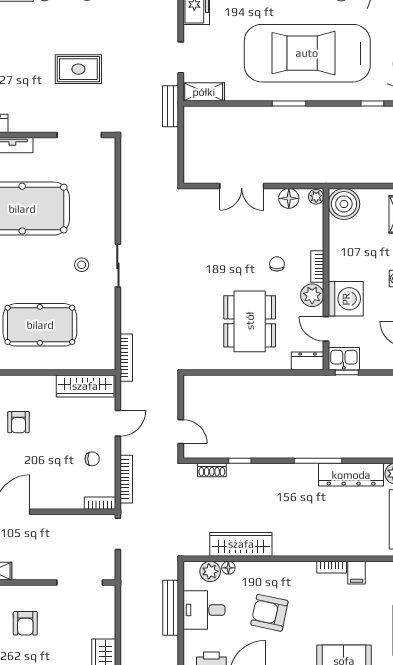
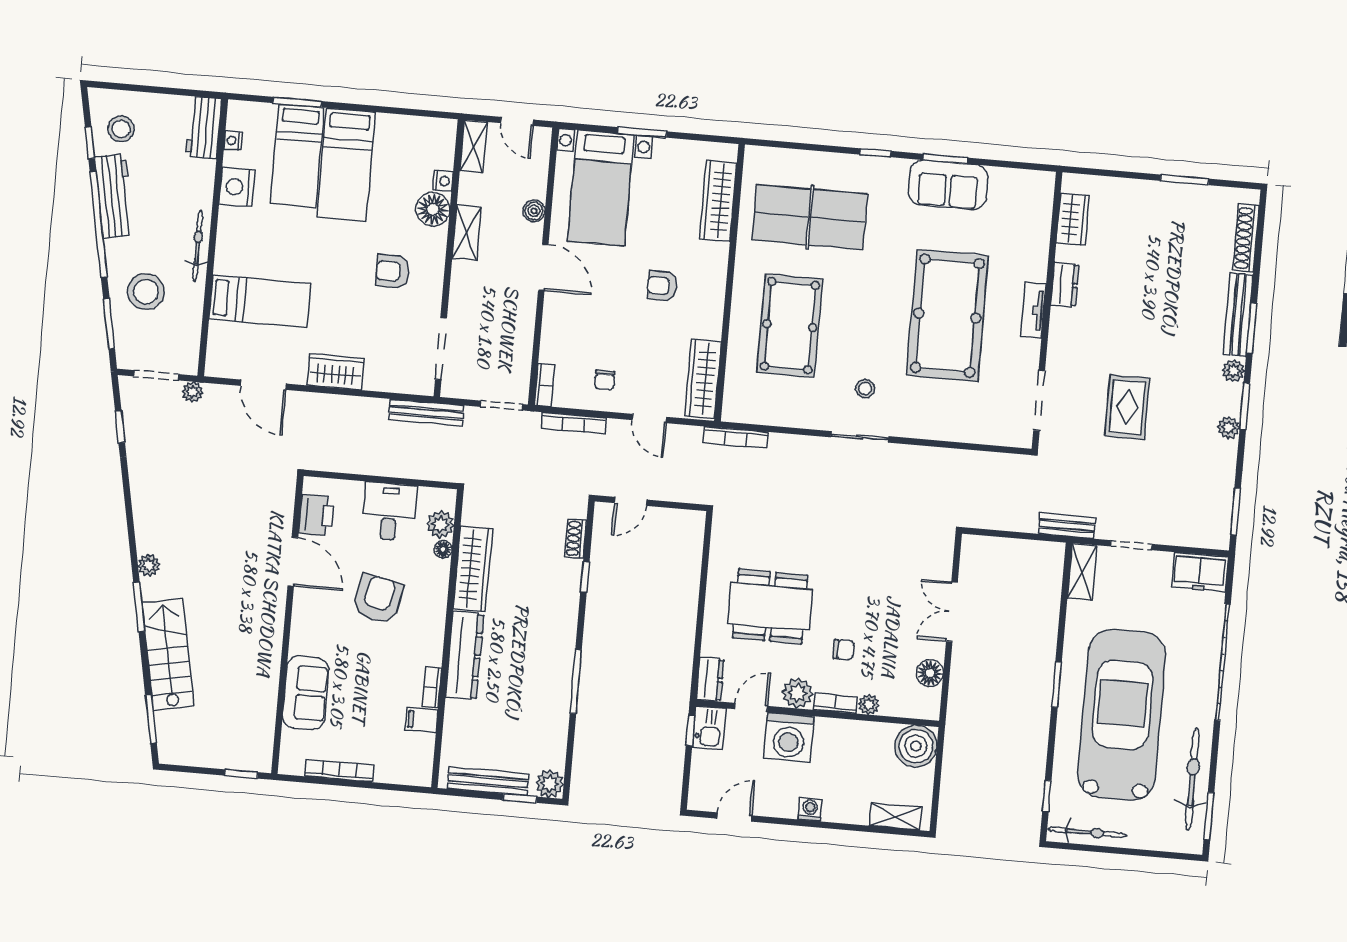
plant: (316, 197) -> (869, 705), moved
dresser: (351, 475) -> (465, 655), moved, turned 180
bench: (171, 608) -> (426, 413), moved

